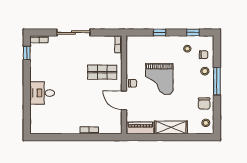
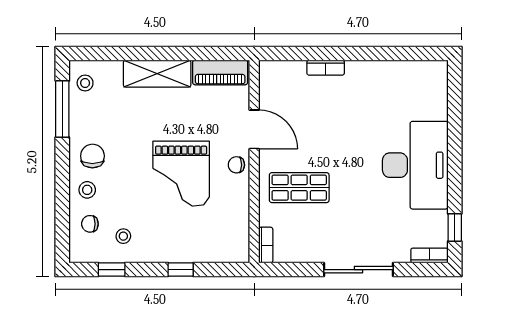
grand piano: (159, 79) -> (181, 174), turned 180
window: (217, 81) -> (62, 109), moved
desk: (42, 93) -> (415, 165), width x1.87, depth x1.30
chair: (204, 103) -> (92, 156), moved

